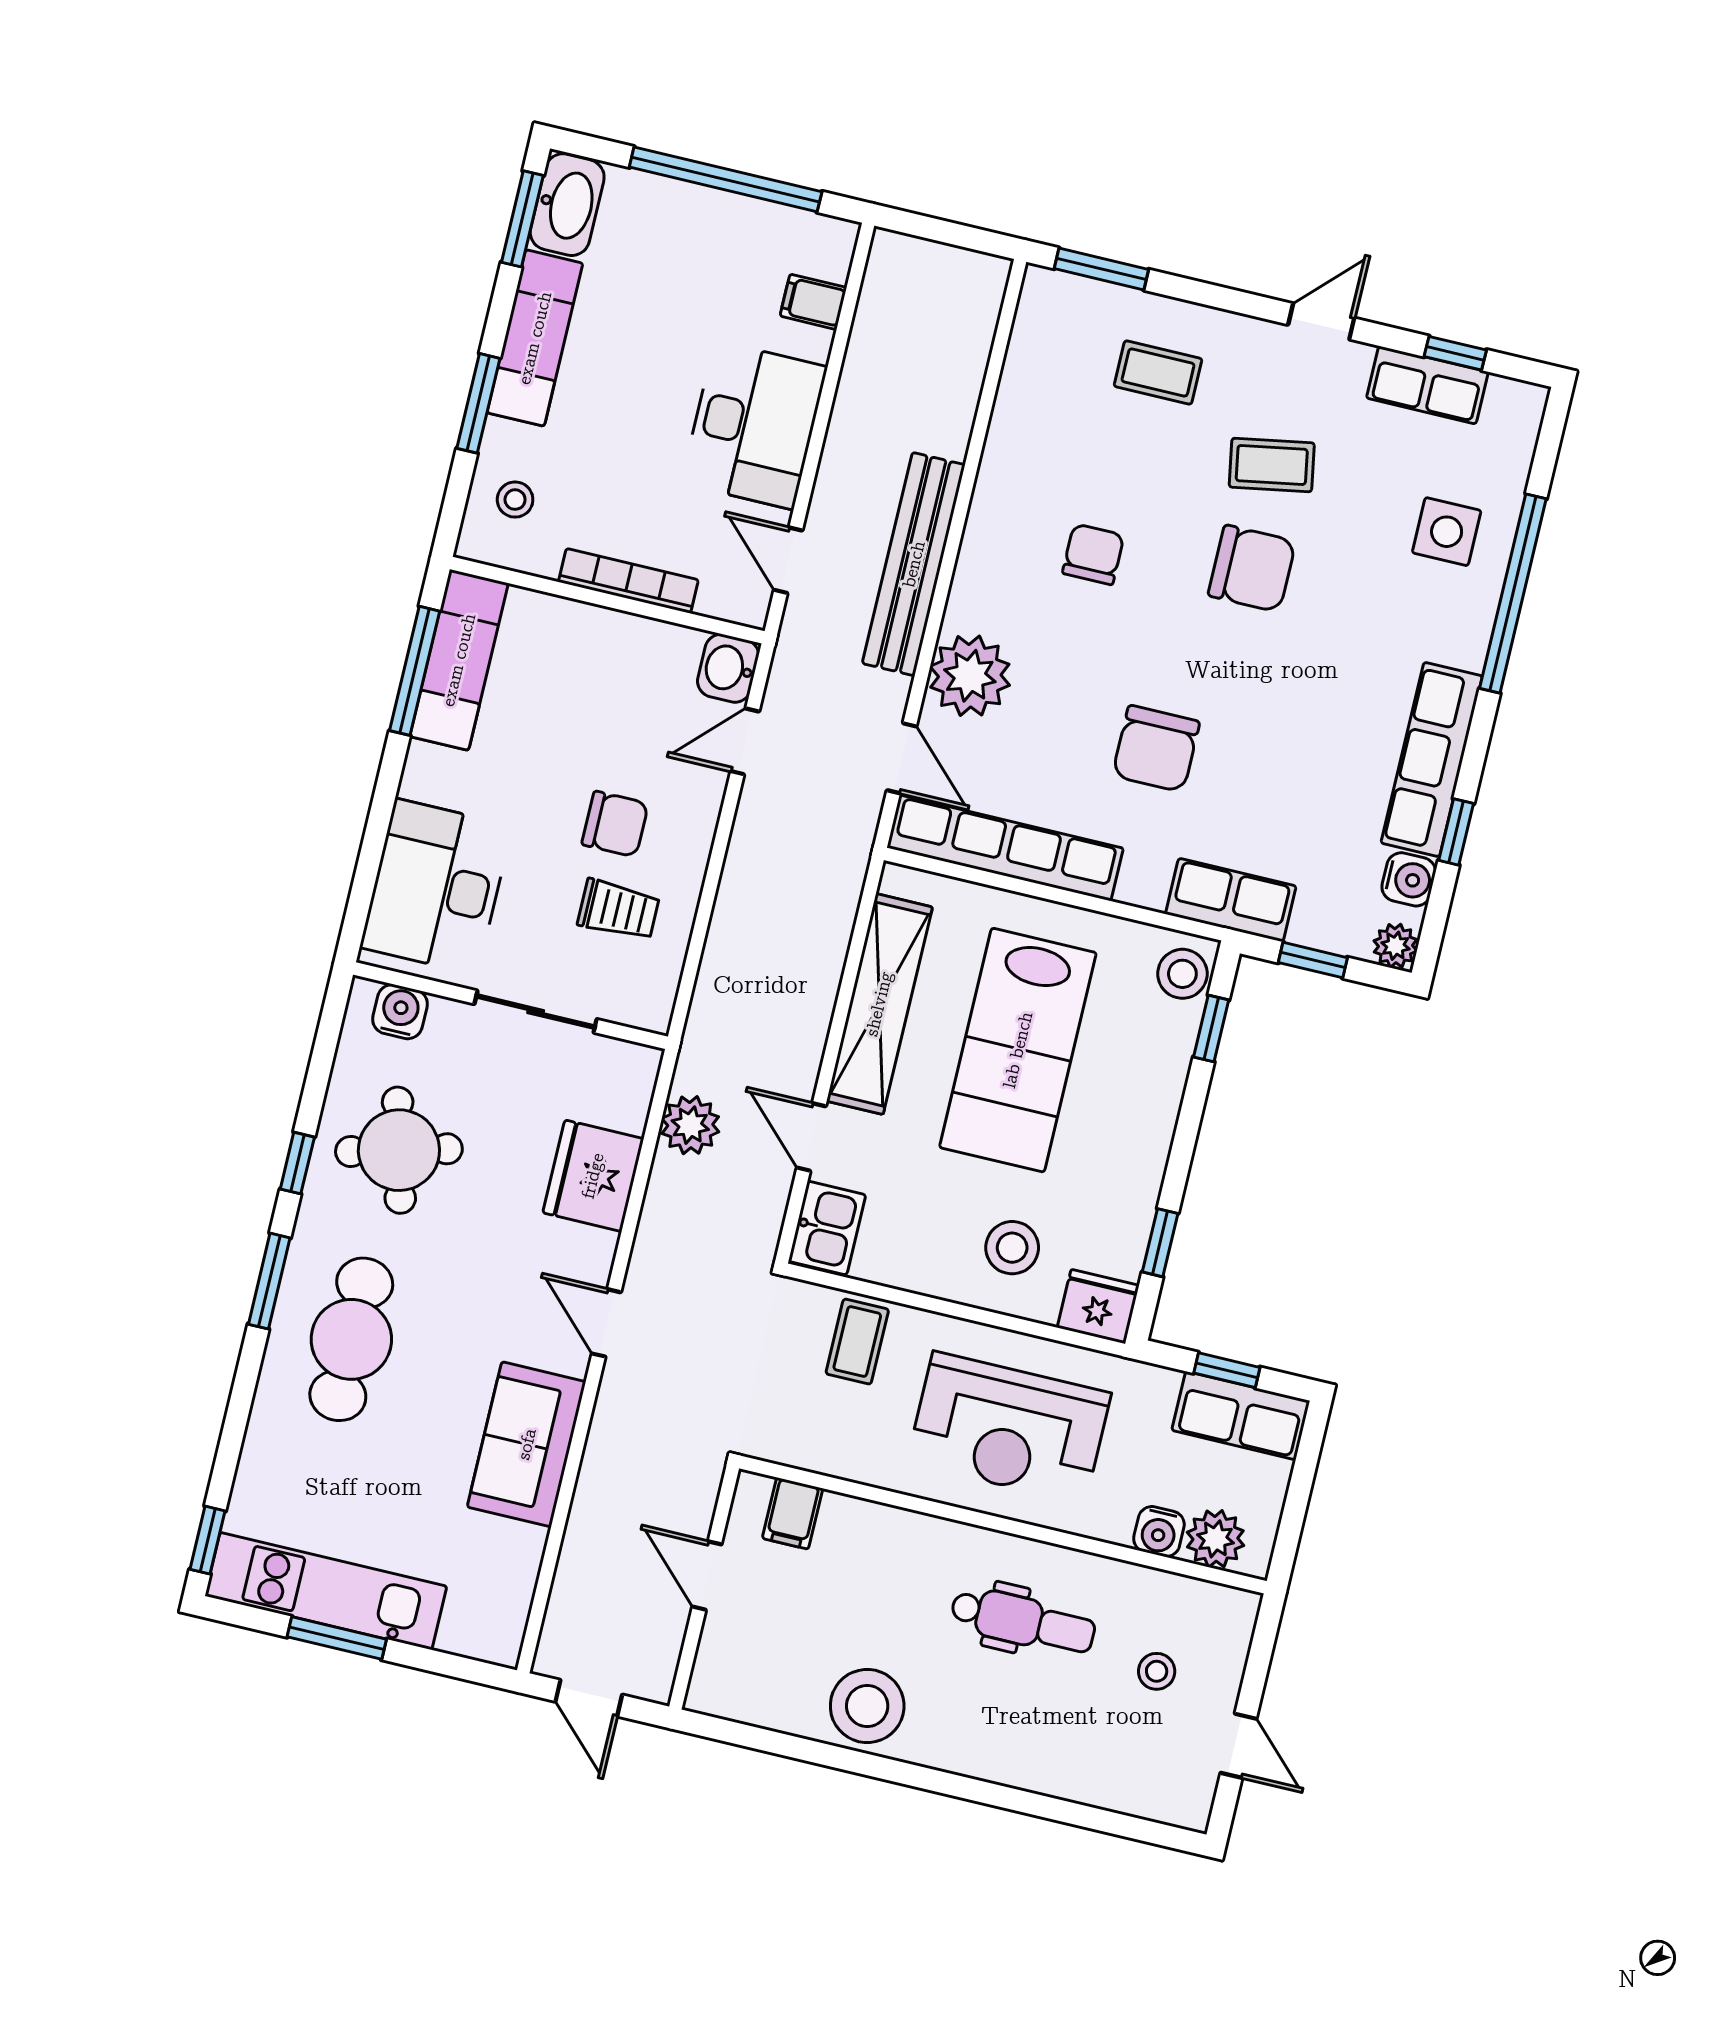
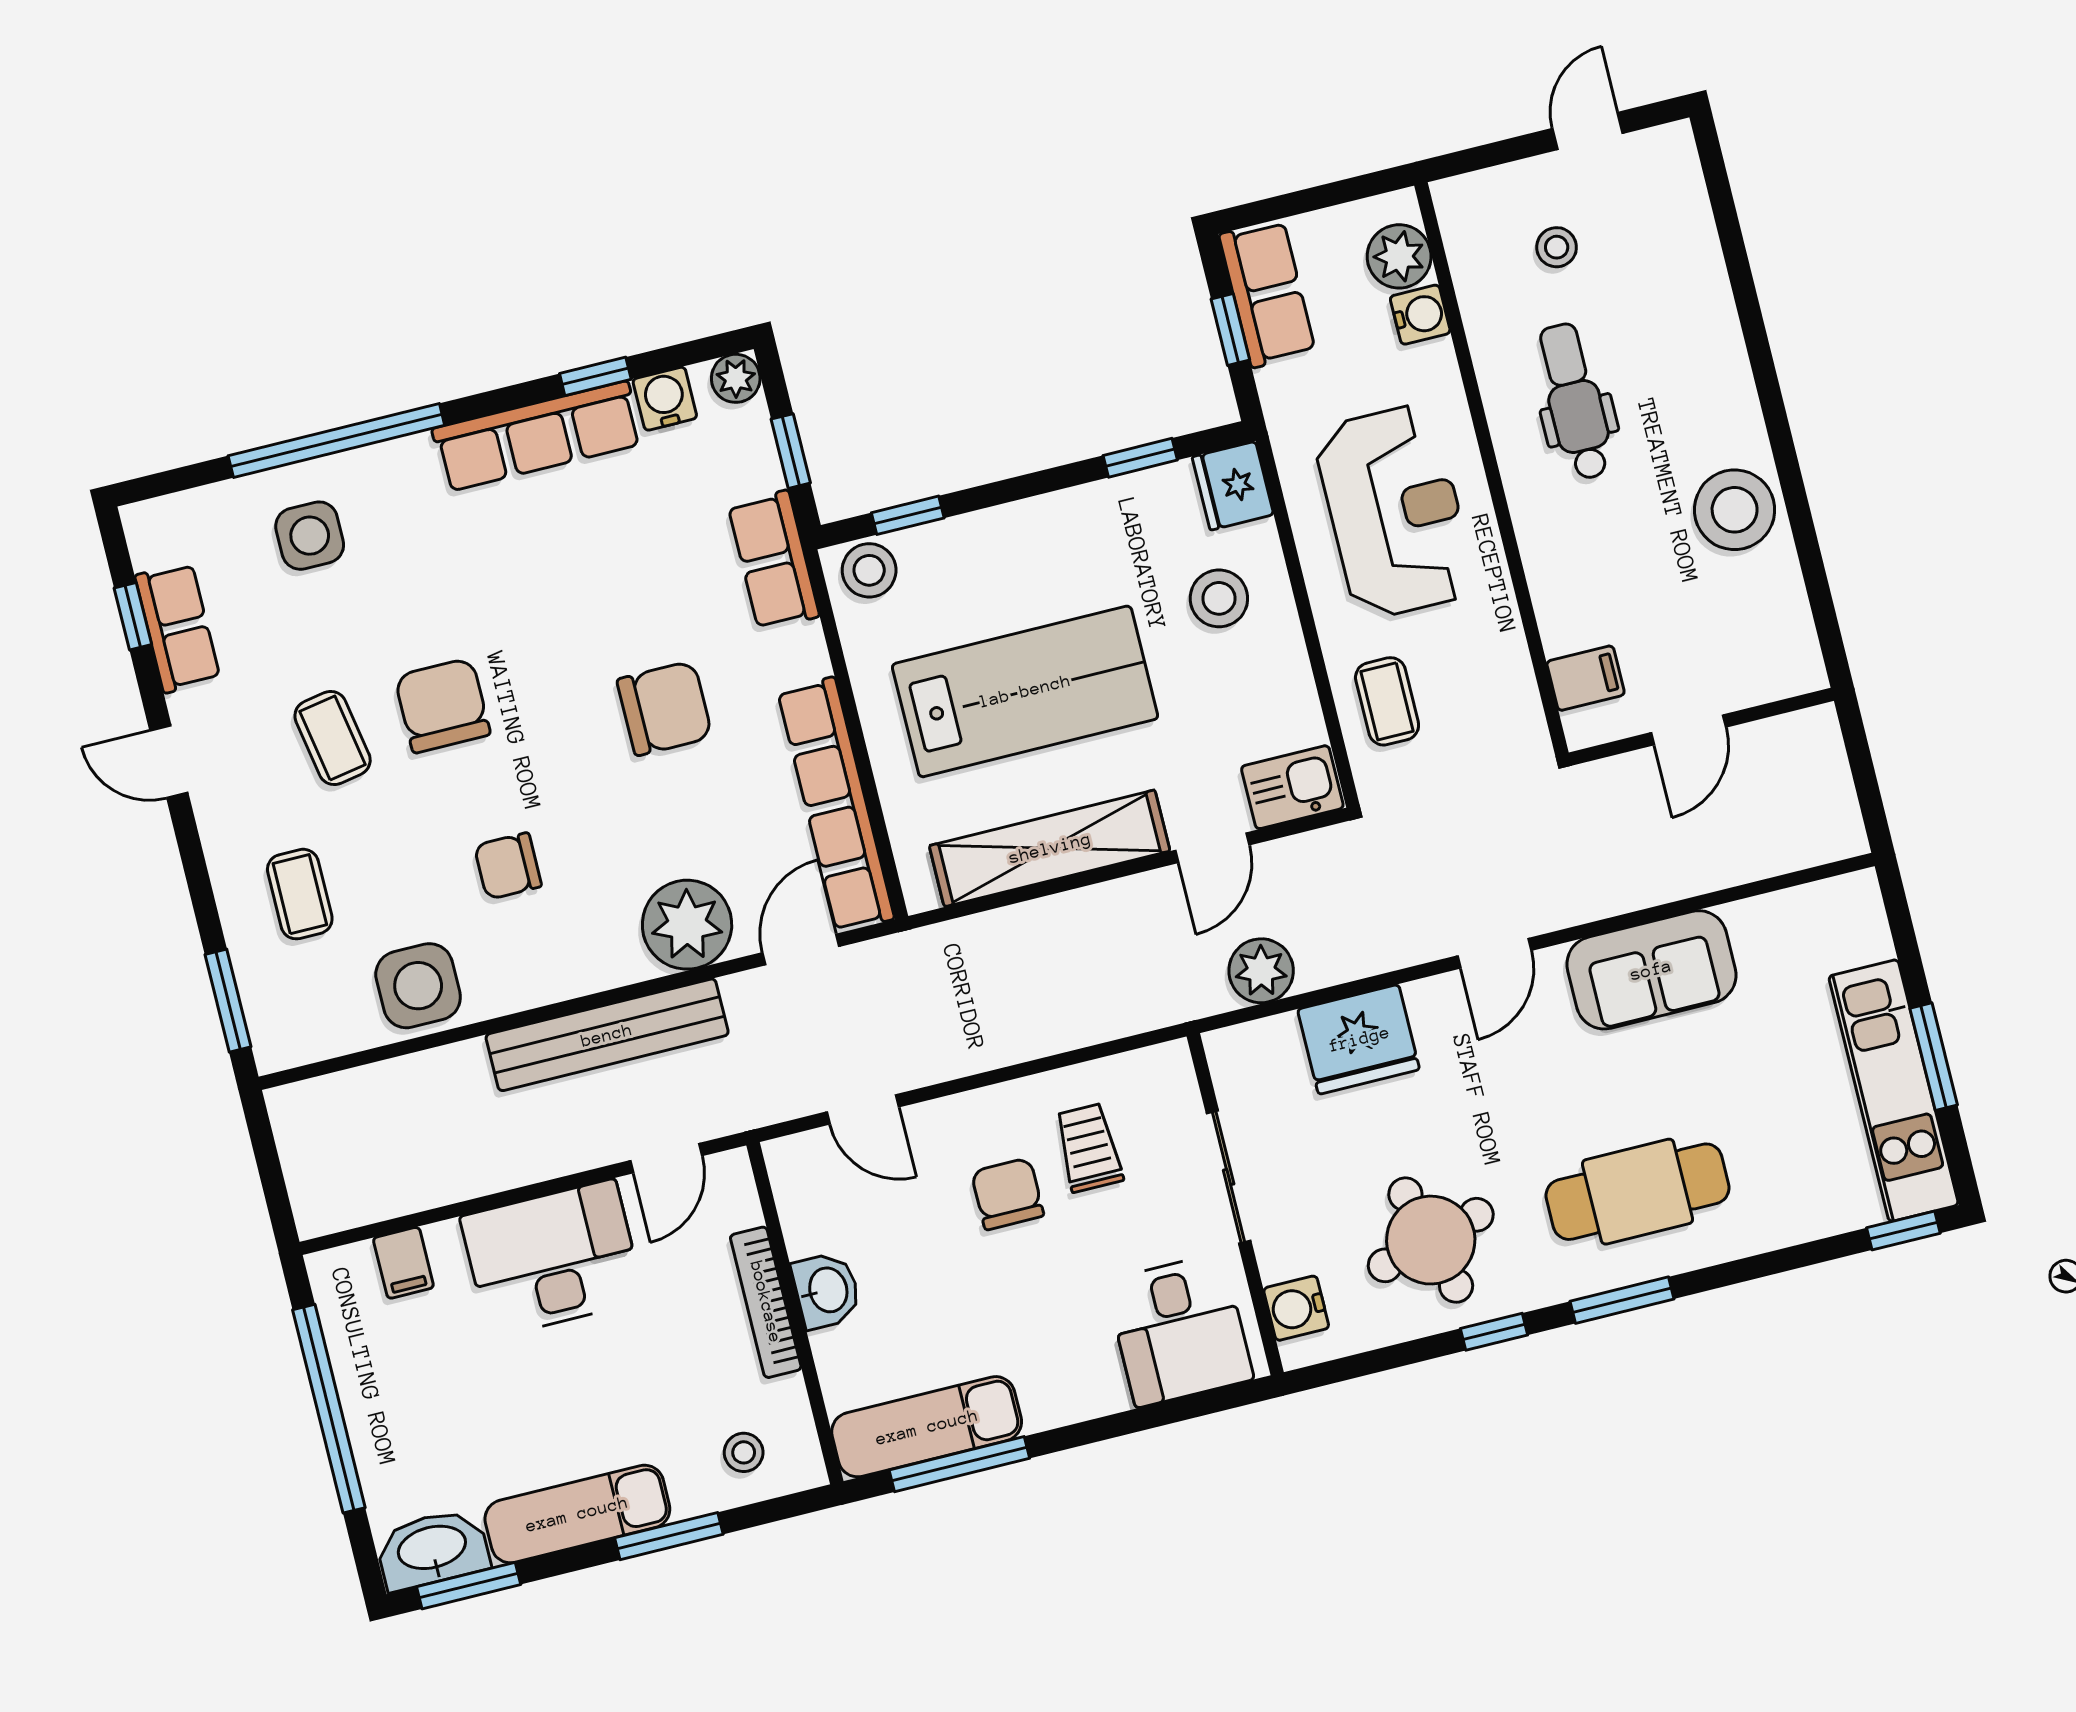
side table: (1033, 430) -> (418, 986), added
washbasin: (728, 668) -> (827, 1290), moved, turned -90
desk: (436, 887) -> (1179, 1330), width x0.73
coffee table: (857, 1342) -> (1387, 701), turned 90
door: (589, 1698) -> (1866, 783), removed

